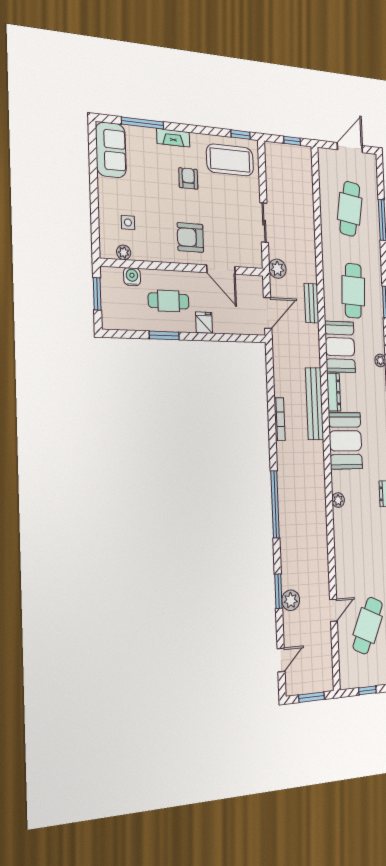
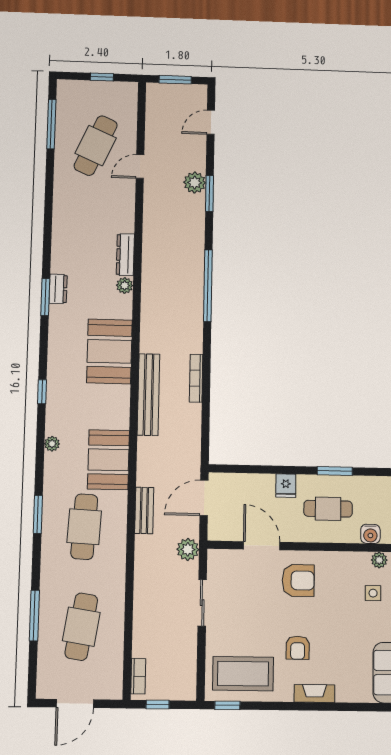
window: (143, 123) -> (351, 707), removed
bookcase: (307, 165) -> (138, 676), added
dresser: (334, 392) -> (125, 255), moved

